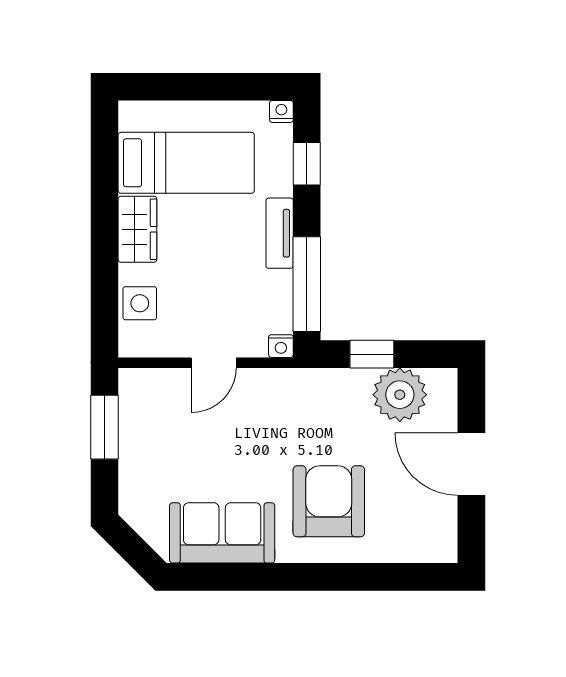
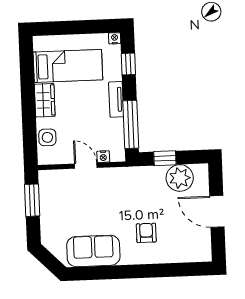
nightstand: (281, 346) -> (103, 157), moved
door: (214, 363) -> (86, 166), swing flipped
armchair: (329, 501) -> (146, 233), width x0.53, depth x0.53

